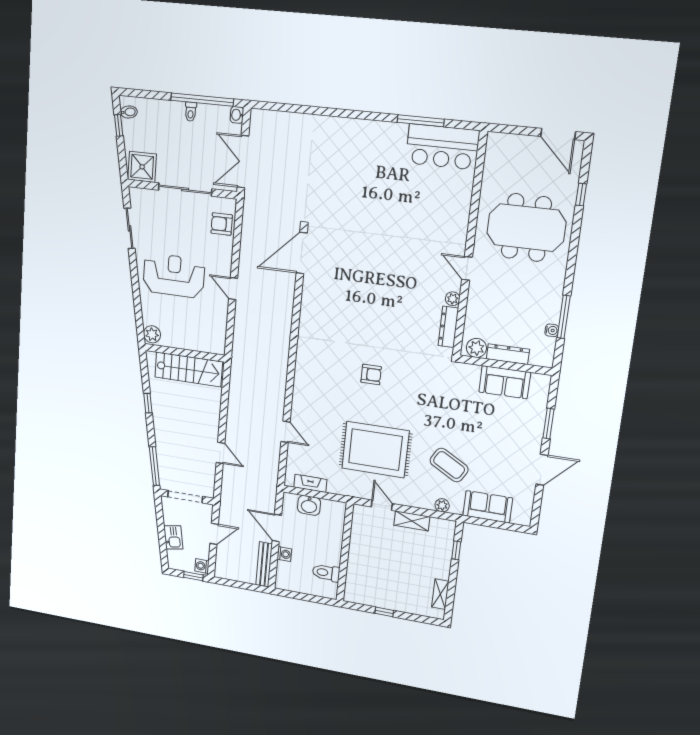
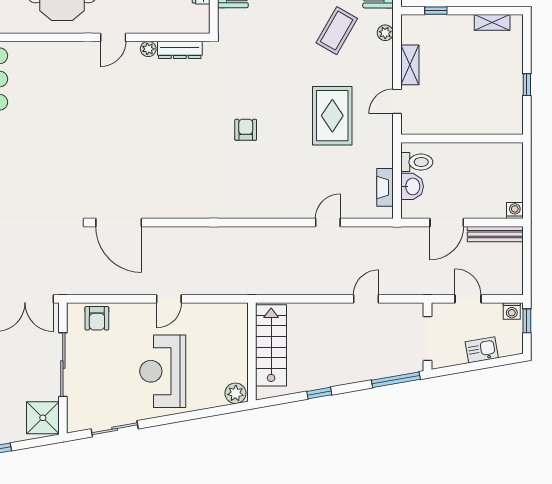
plant: (476, 348) -> (199, 17), removed
rug: (375, 450) -> (332, 116), width x0.73, depth x0.69
washing machine: (284, 554) -> (515, 211), moved
toilet: (326, 573) -> (417, 162), moved, turned -90

